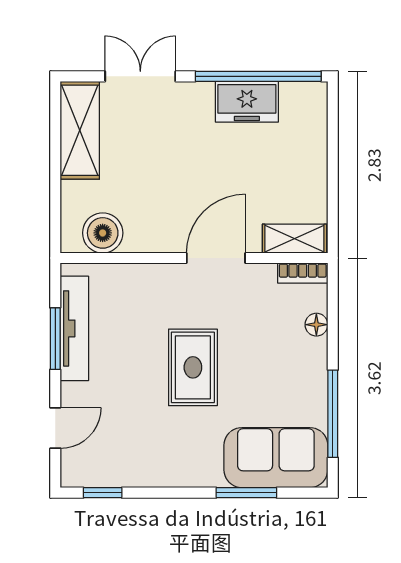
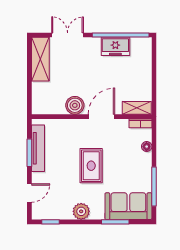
boiler: (103, 233) -> (75, 105), moved
plant: (171, 469) -> (81, 211), added

